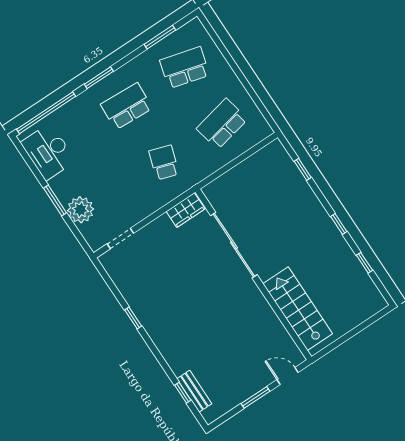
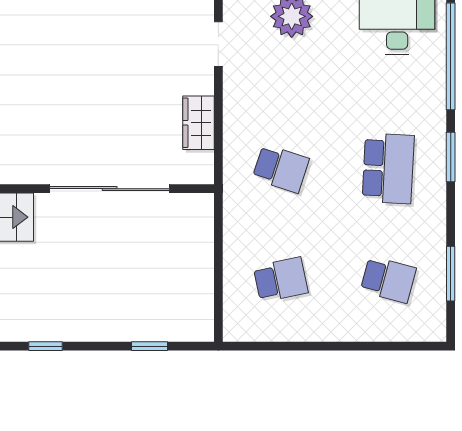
school desk: (185, 68) -> (388, 280), width x0.54
school desk: (222, 124) -> (281, 280), width x0.54
wardrobe: (186, 210) -> (199, 123), moved

